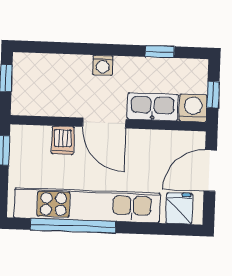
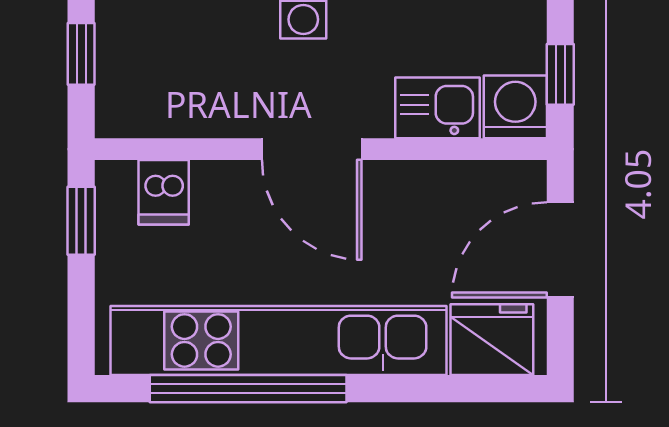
kitchen sink: (153, 107) -> (437, 108), width x0.73
dishwasher: (63, 140) -> (164, 192), moved
fridge: (179, 208) -> (492, 340), width x1.38

